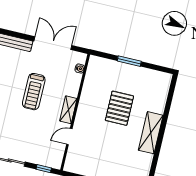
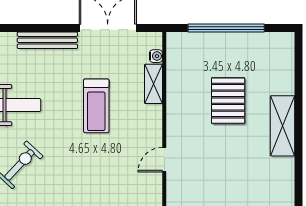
window: (129, 61) -> (226, 28), width x2.11
shelving: (68, 110) -> (154, 84), moved

